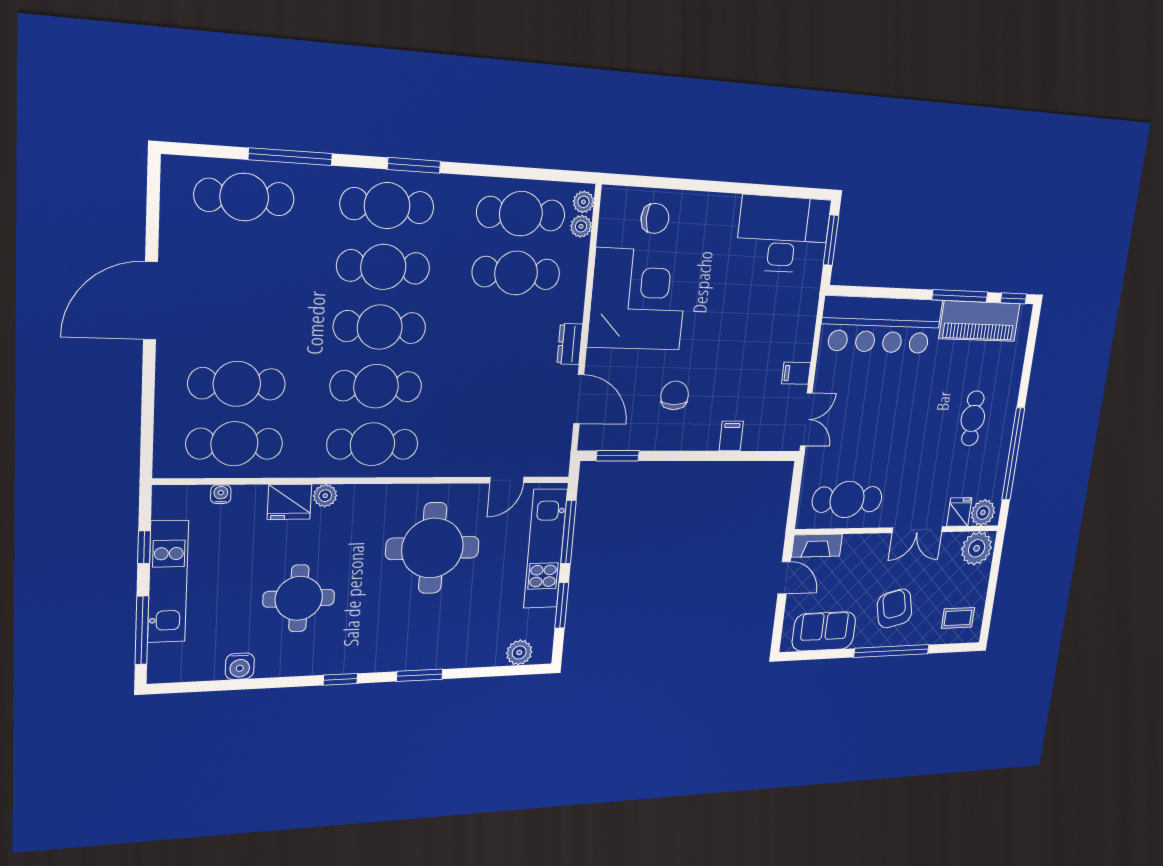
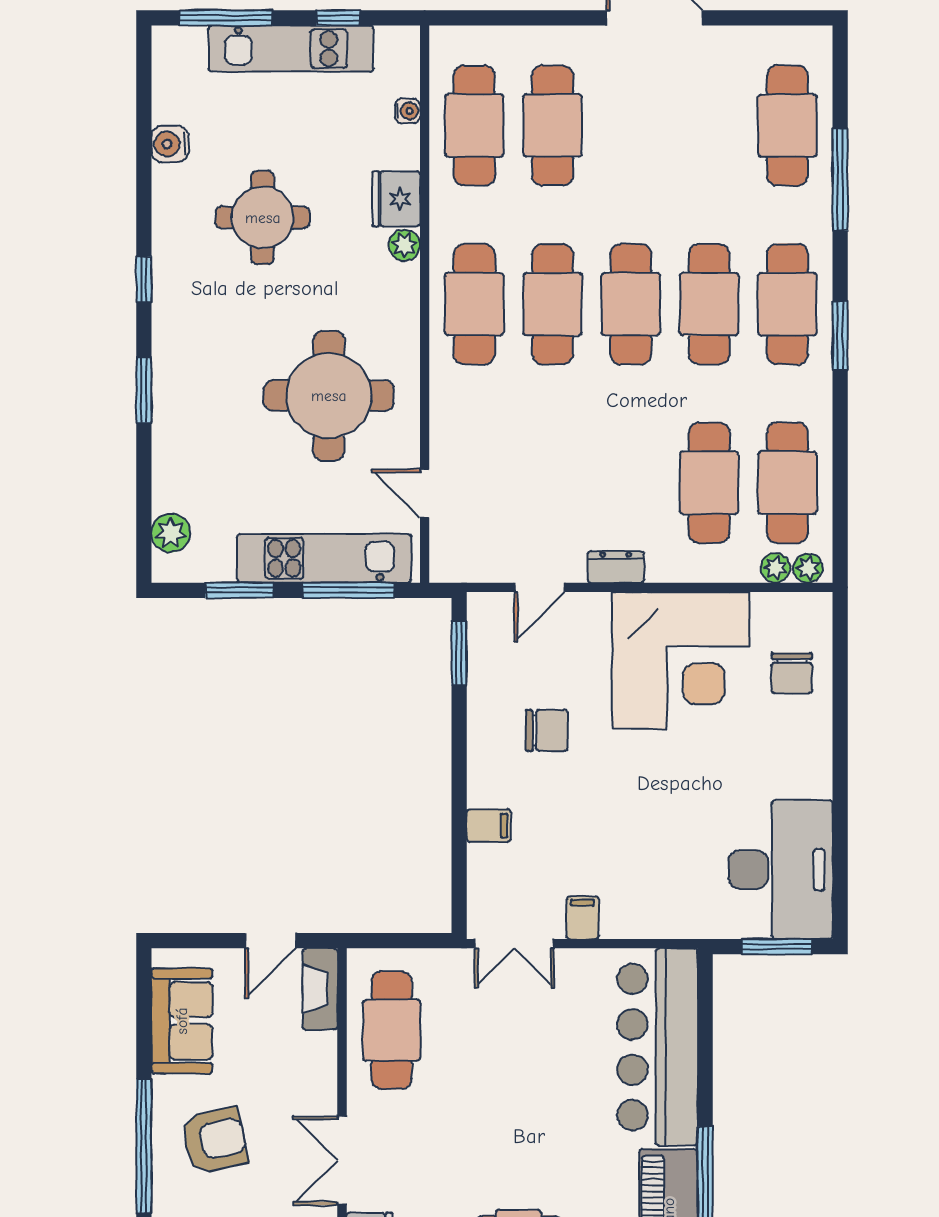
door: (579, 399) -> (539, 587), width x0.73

